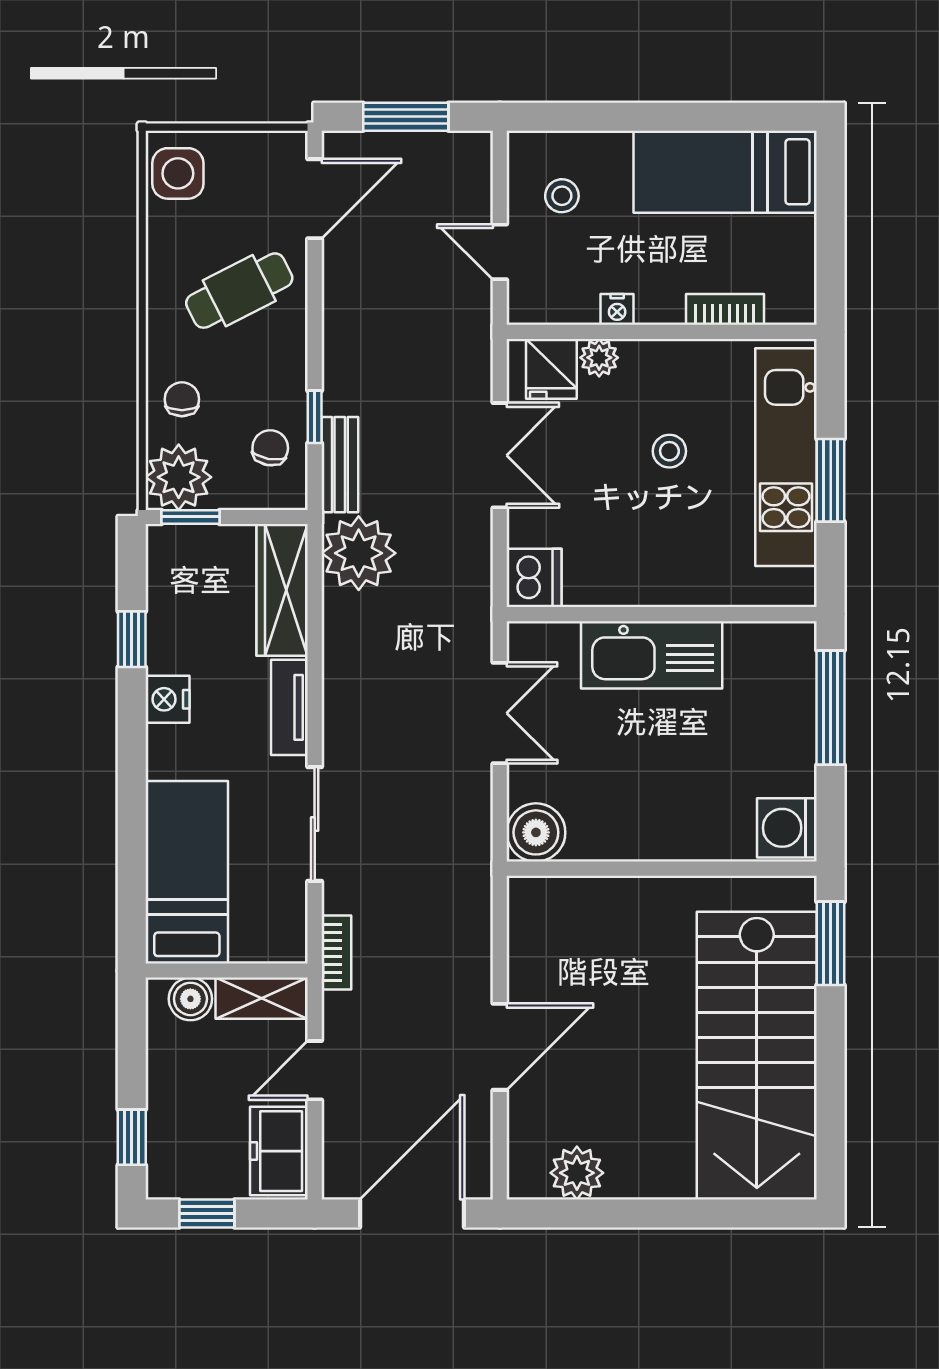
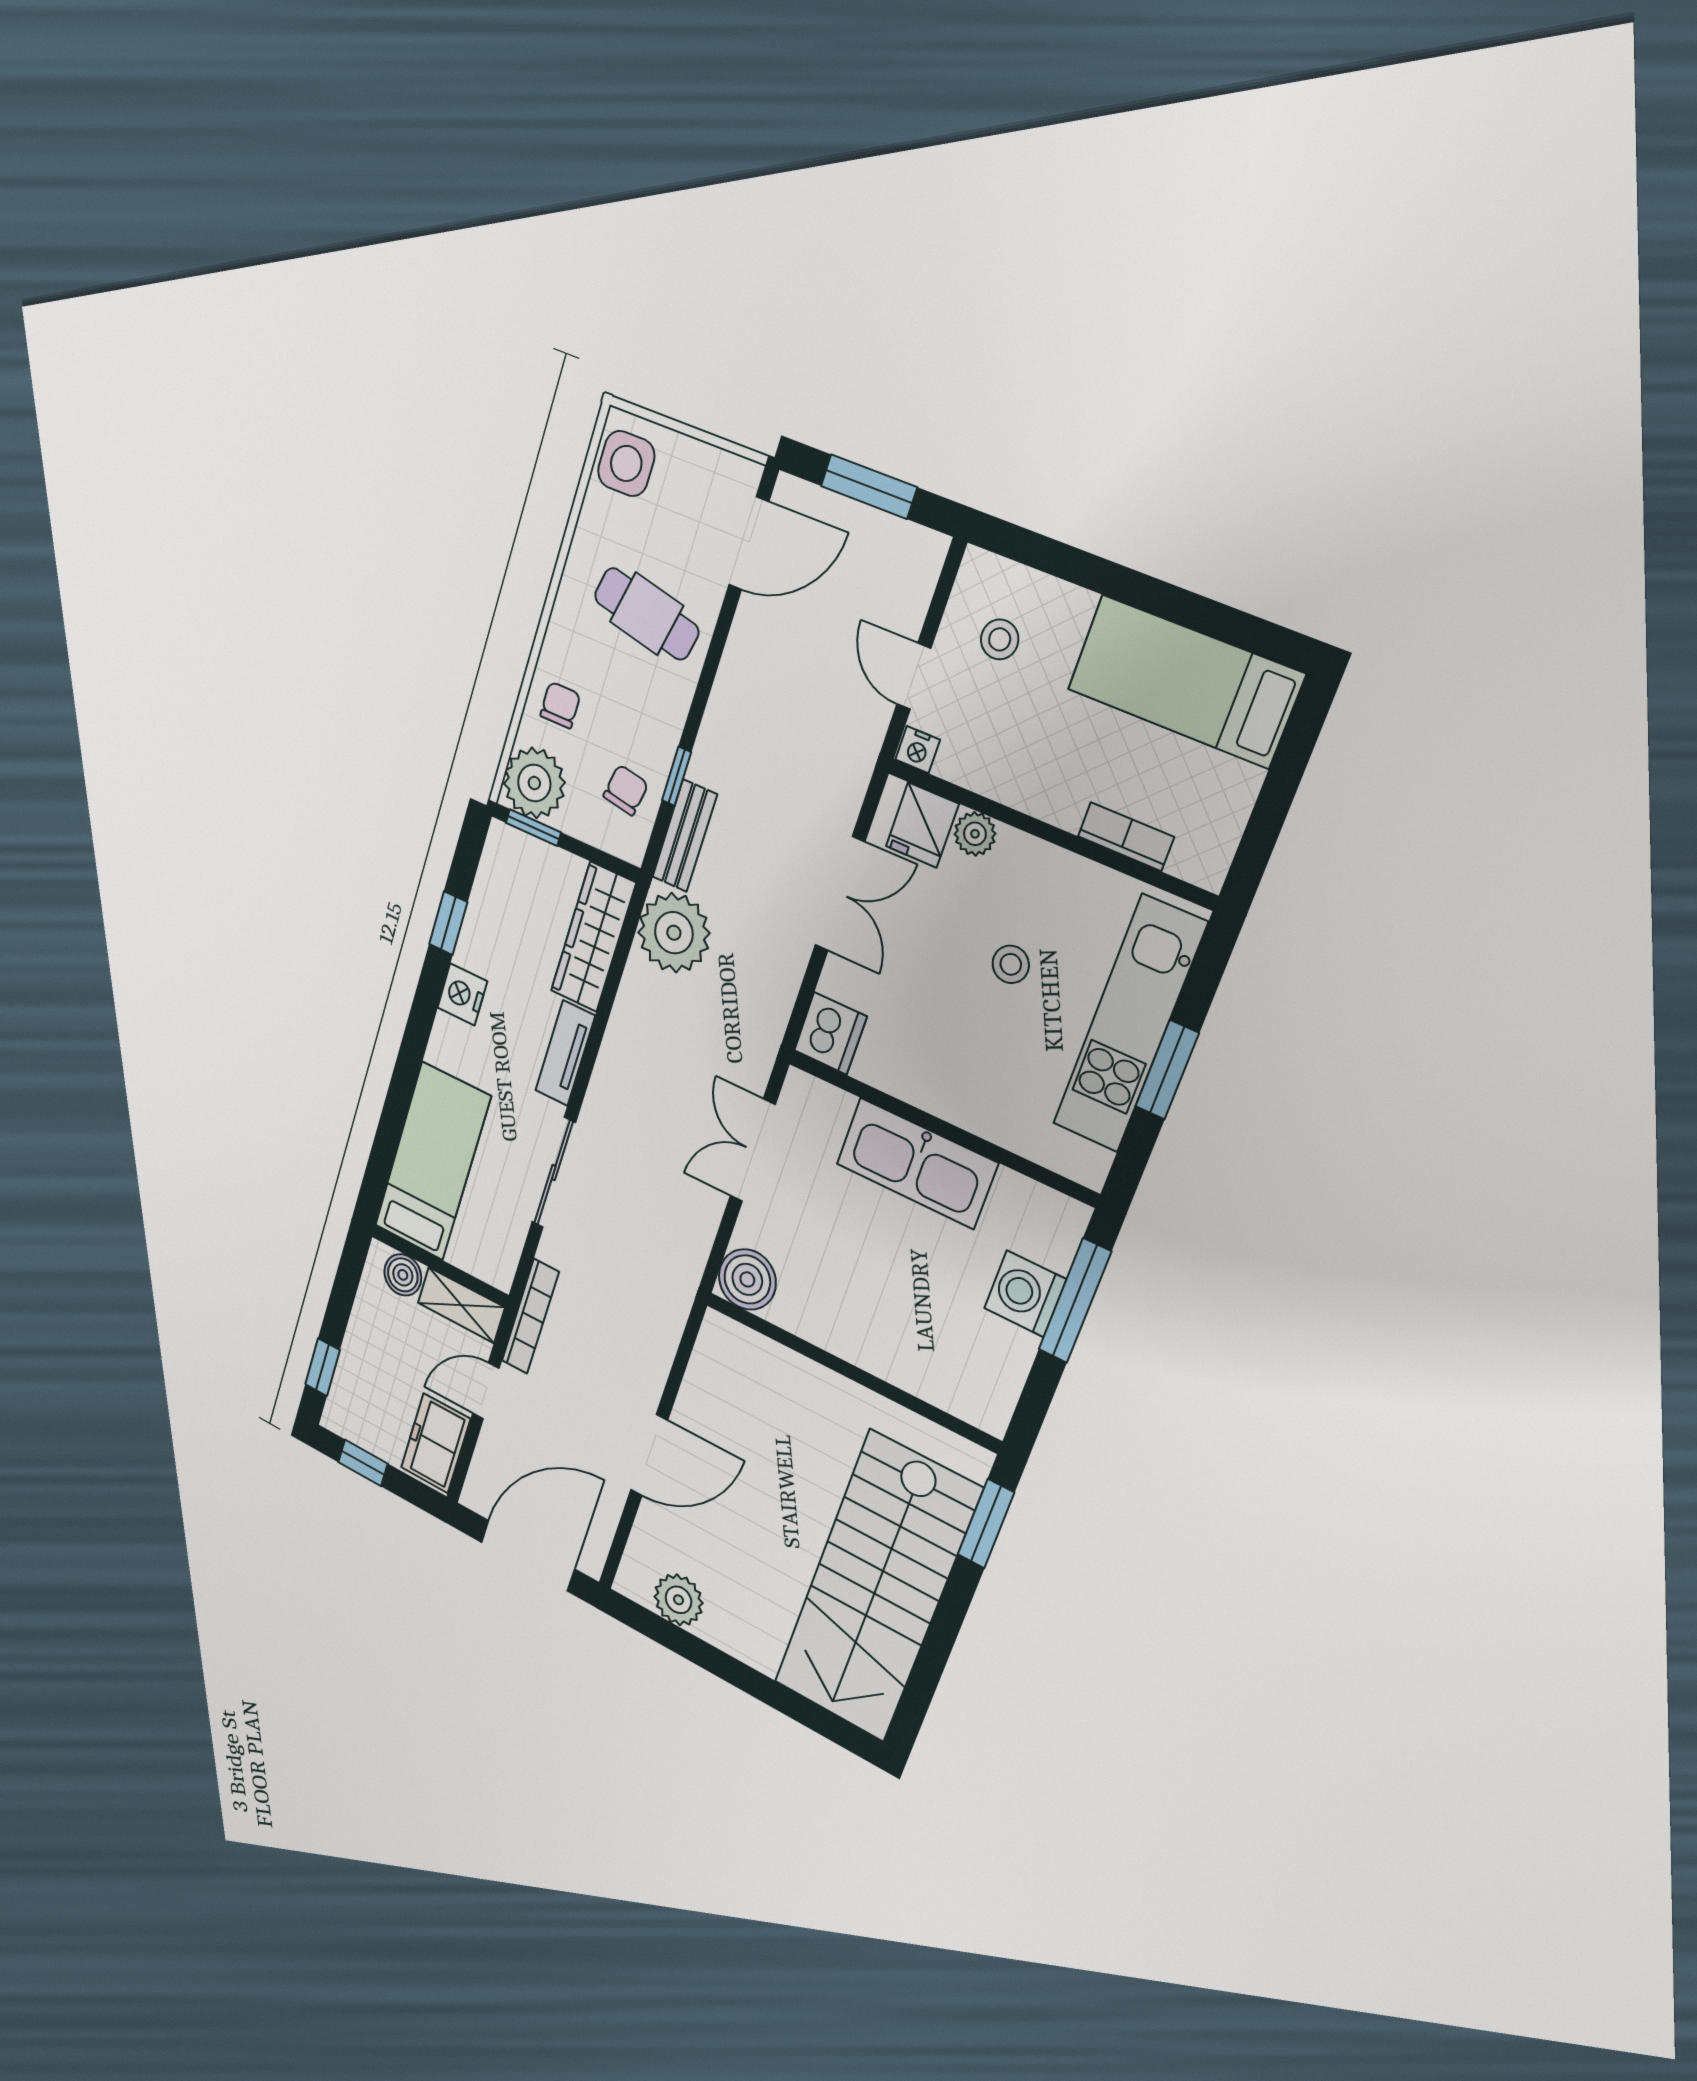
cafe table: (239, 291) -> (647, 614), turned 39
nightstand: (617, 309) -> (918, 750), moved
double door: (500, 713) -> (753, 1150), swing flipped
washing machine: (787, 828) -> (1025, 1294), moved
bookcase: (336, 953) -> (530, 1316), width x1.56

